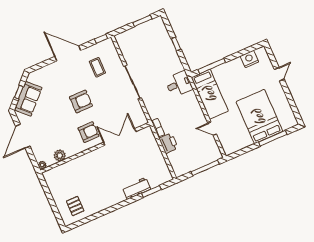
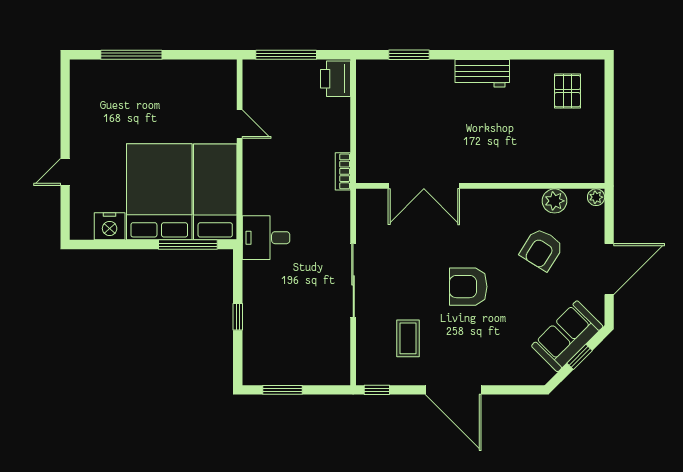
bed: (259, 117) -> (159, 192), moved, turned 180
armchair: (88, 132) -> (542, 249), moved, turned -58
printer: (169, 143) -> (335, 79), moved
workbench: (136, 188) -> (482, 73), moved

